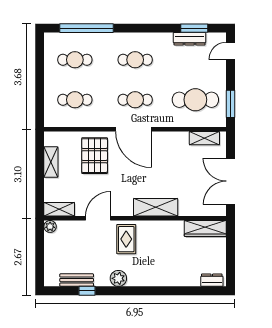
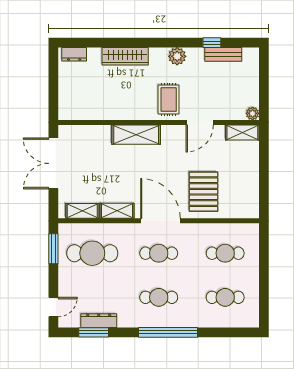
window: (86, 28) -> (168, 332), moved
shelving: (51, 162) -> (117, 211), moved, turned 90
double door: (231, 181) -> (53, 163), swing flipped
wardrobe: (205, 228) -> (125, 56), moved, turned 180

